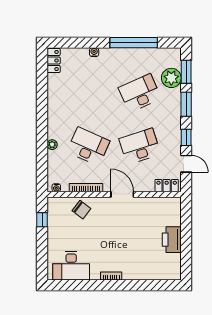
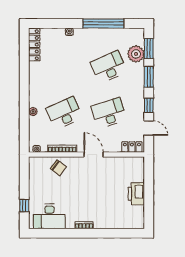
locker: (54, 60) -> (34, 45), width x1.53
desk: (88, 146) -> (64, 113), turned -48
window: (42, 220) -> (24, 206), moved

